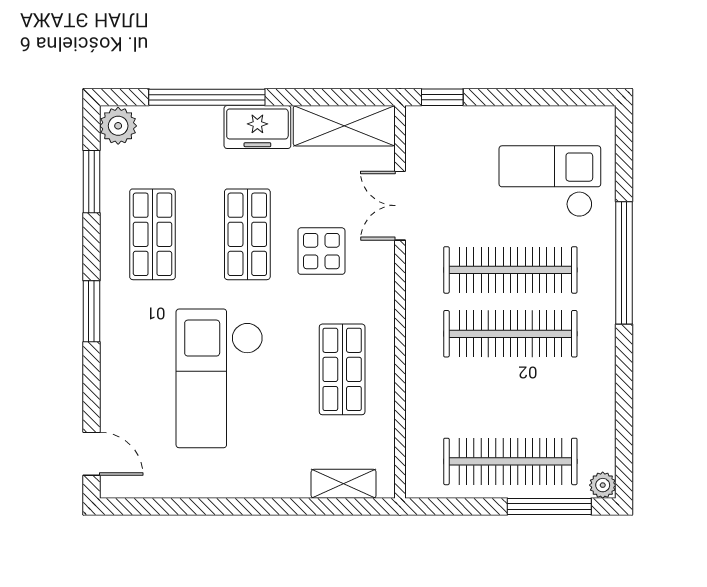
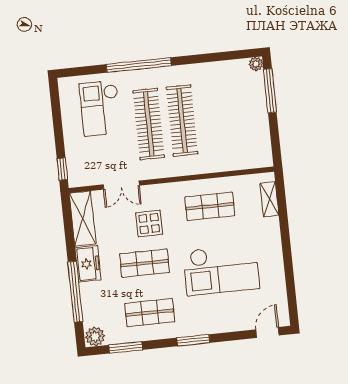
clothes rail: (510, 461) -> (249, 113), removed

